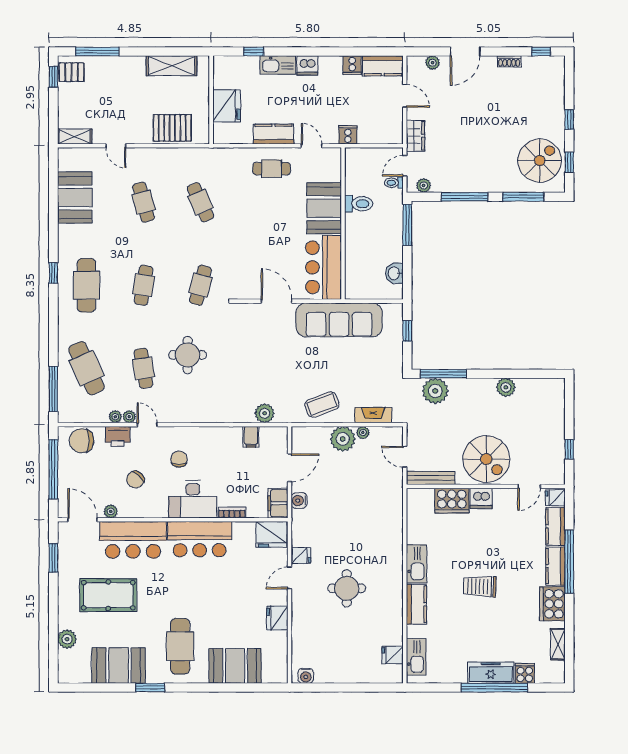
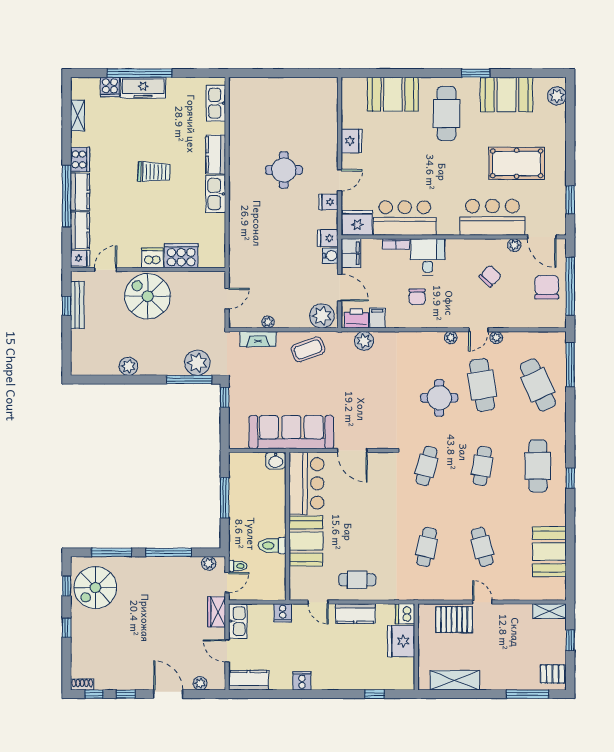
door: (465, 52) -> (168, 694), hinge flipped
window: (509, 52) -> (126, 694), added
shoe rack: (509, 61) -> (82, 684), moved
kitchen sink: (278, 65) -> (238, 621), moved, turned 90
dishwasher: (307, 65) -> (405, 614), moved, turned -90
cooker: (352, 65) -> (302, 681), moved
window: (53, 77) -> (570, 640), moved
door: (116, 146) -> (482, 602), moved
cafe table: (200, 202) -> (427, 547), turned 36
window: (407, 225) -> (225, 498), moved
washbasin: (394, 273) -> (276, 461), moved, turned 90
window: (407, 331) -> (225, 397), moved
cafe table: (143, 368) -> (482, 385), width x1.37, depth x1.35
plant: (115, 417) -> (451, 338), moved
door: (147, 425) -> (479, 330), hinge flipped
printer: (118, 436) -> (356, 318), moved
plant: (343, 439) -> (322, 316), moved
chair: (82, 441) -> (547, 287), moved, turned -90
door: (405, 457) -> (227, 298), hinge flipped
chair: (179, 459) -> (417, 297), moved
door: (290, 468) -> (340, 288), swing flipped
bench: (431, 478) -> (77, 305), moved, turned 90
desk: (193, 499) -> (428, 257), width x0.73
bar counter: (200, 539) -> (405, 218), moved
cooker: (552, 604) -> (80, 159), width x0.73, depth x0.76
plant: (67, 639) -> (557, 96), moved
fridge: (393, 655) -> (328, 238), moved, turned 180
water cooler: (306, 676) -> (324, 85), removed

